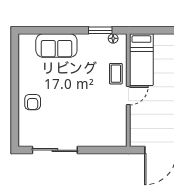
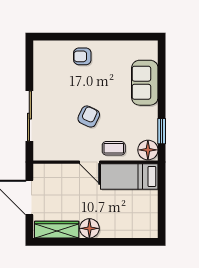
floor lamp: (113, 38) -> (148, 150), width x1.89, depth x1.89
armchair: (87, 96) -> (89, 117), added
sliding door: (55, 150) -> (29, 116), moved

